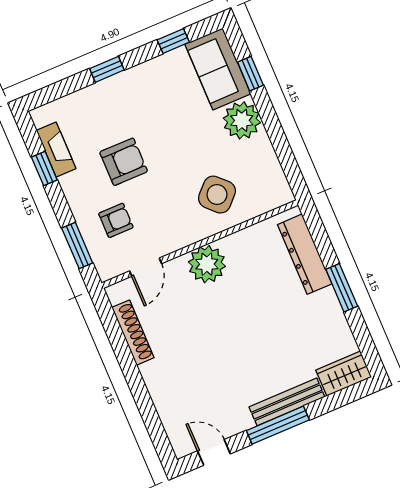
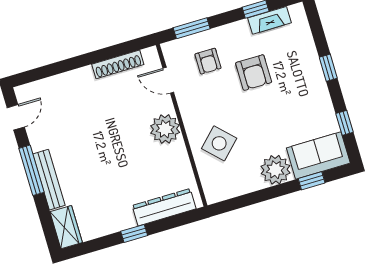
window: (342, 288) -> (134, 233), width x0.67

